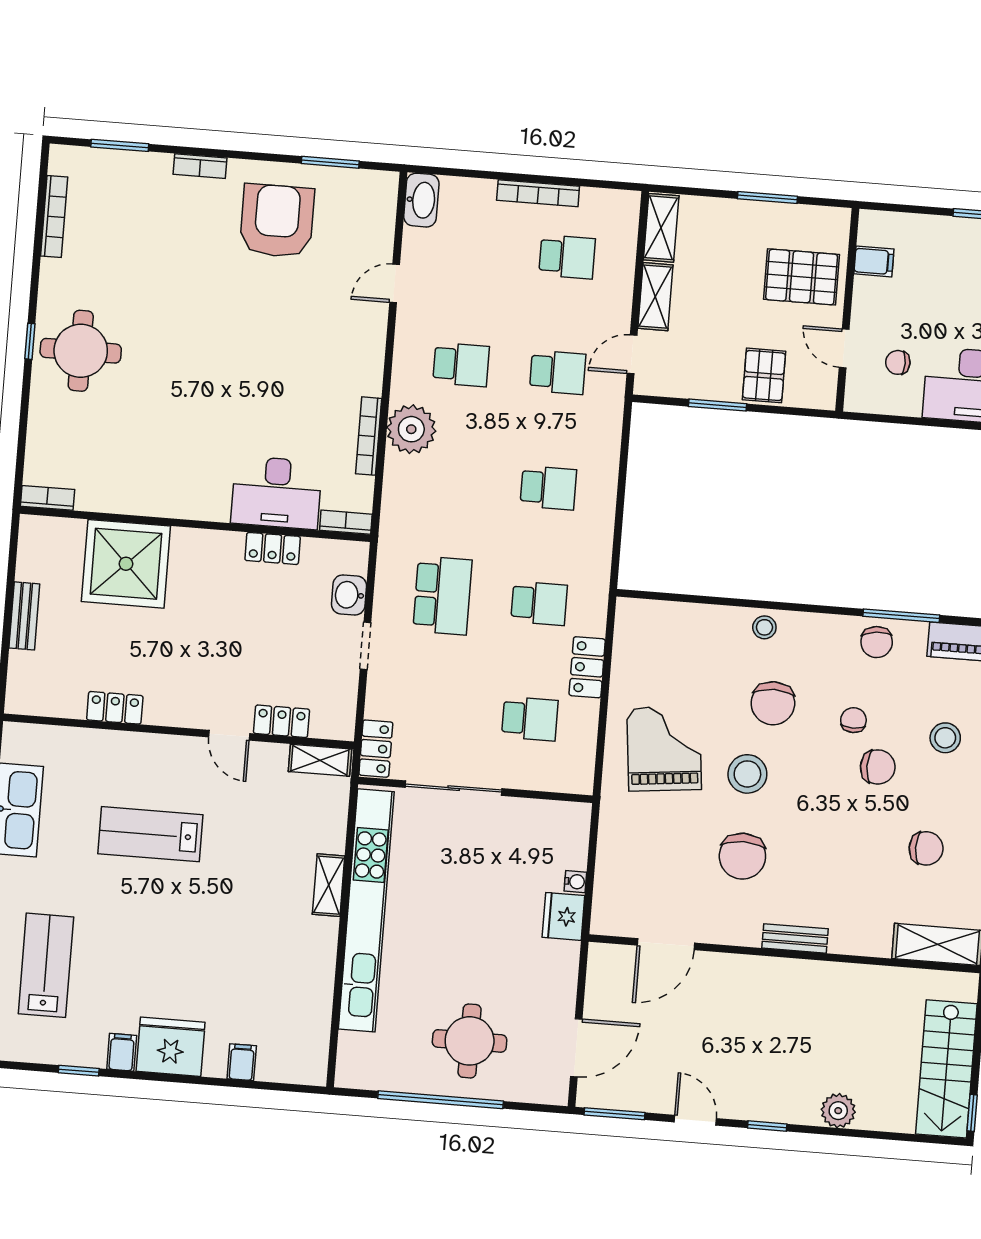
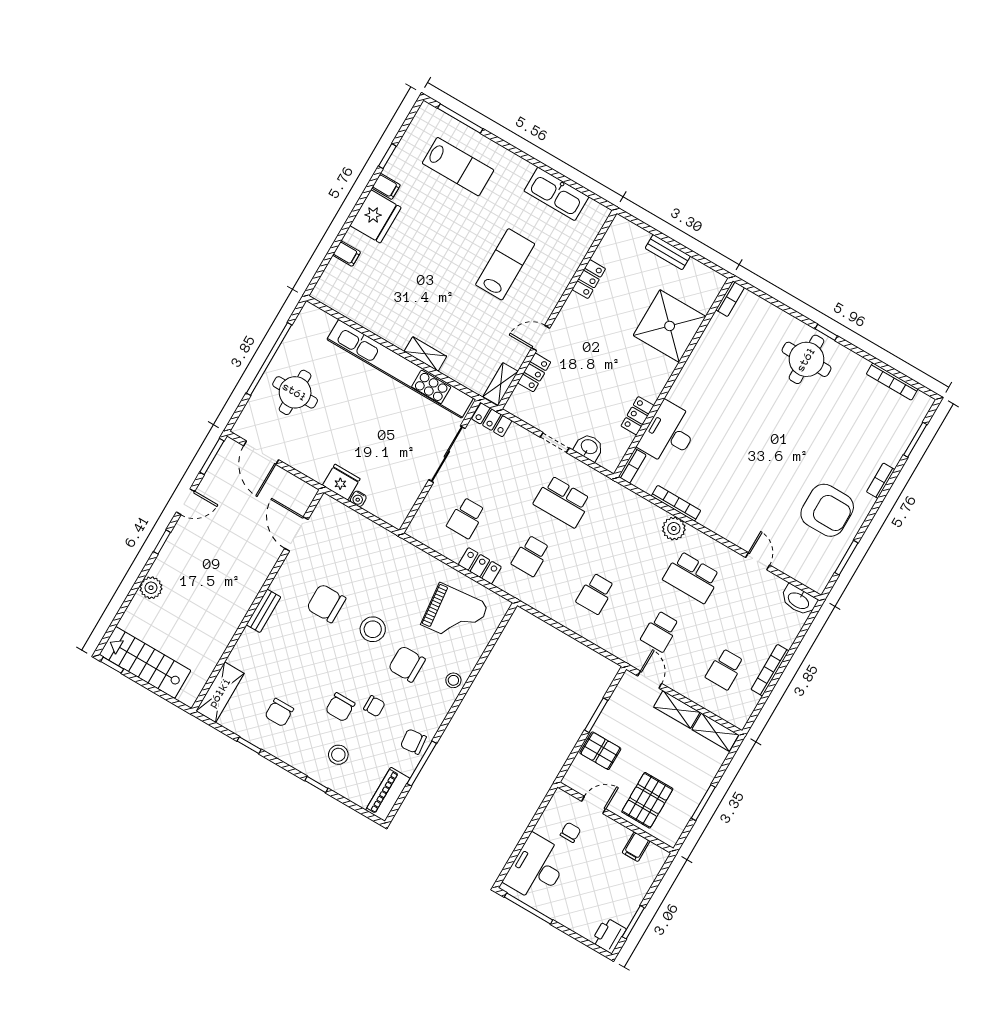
school desk: (461, 365) -> (692, 577), width x1.85
plant: (411, 429) -> (674, 529), width x0.73, depth x0.73
grand piano: (664, 749) -> (455, 614), moved

